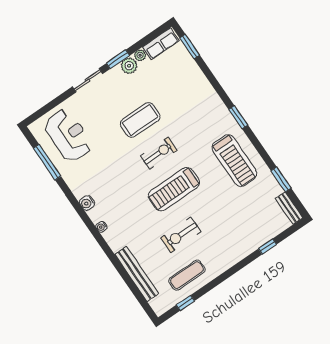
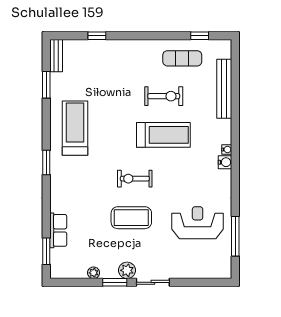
row of seats: (161, 44) -> (58, 230), moved, turned 90
plant: (129, 66) -> (127, 270), moved
reception desk: (68, 135) -> (198, 223), moved, turned 90
treadmill: (174, 189) -> (163, 135), moved
water cooler: (87, 203) -> (225, 162), moved

